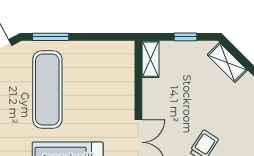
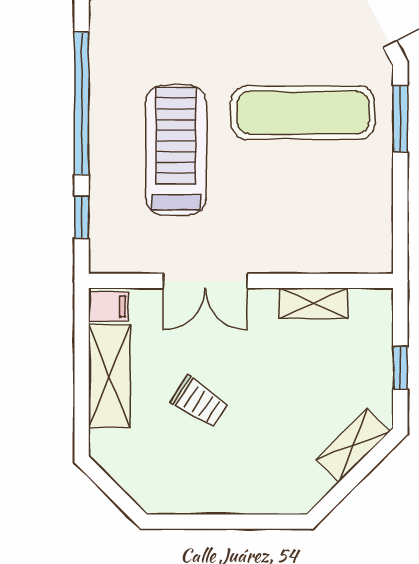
shelving: (150, 59) -> (314, 303), moved

